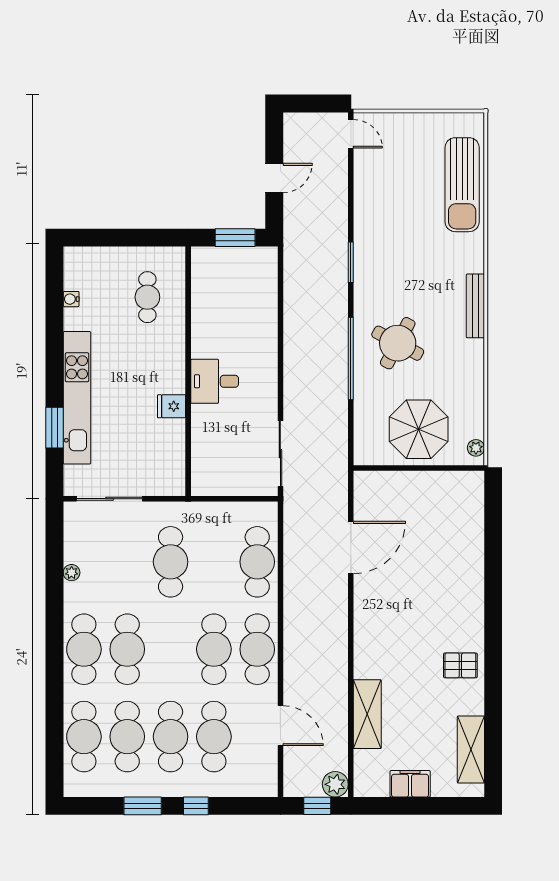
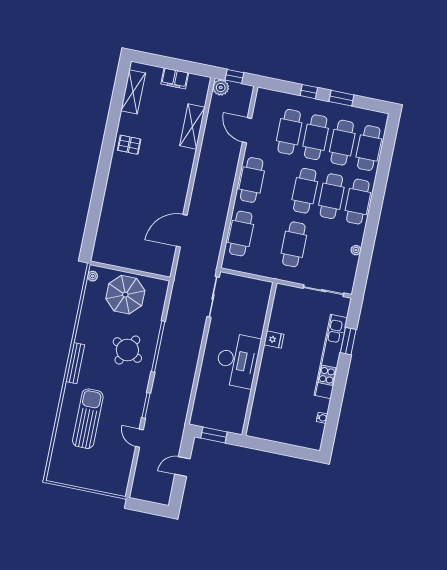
door: (351, 134) -> (139, 438), moved
sun lounger: (462, 185) -> (88, 419), moved
cafe table: (147, 297) -> (275, 409), removed
desk: (215, 381) -> (238, 360), width x1.87, depth x1.30
cafe table: (214, 649) -> (305, 191), moved

